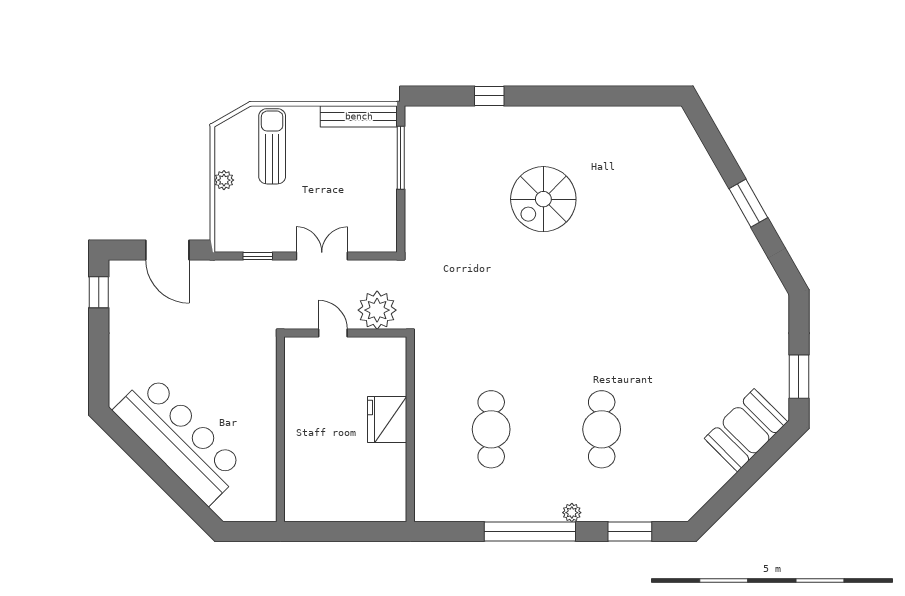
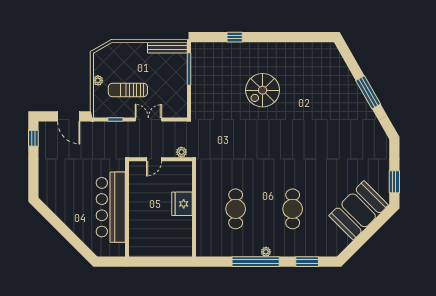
sun lounger: (272, 146) -> (128, 90), moved, turned -90
window: (748, 203) -> (368, 92), width x1.44
plant: (377, 310) -> (181, 152), width x0.53, depth x0.53
door: (333, 333) -> (154, 159), swing flipped
booth: (746, 430) -> (359, 210), width x1.36, depth x1.42
bar counter: (180, 439) -> (111, 207), moved, turned -135
plant: (572, 513) -> (266, 252), moved

